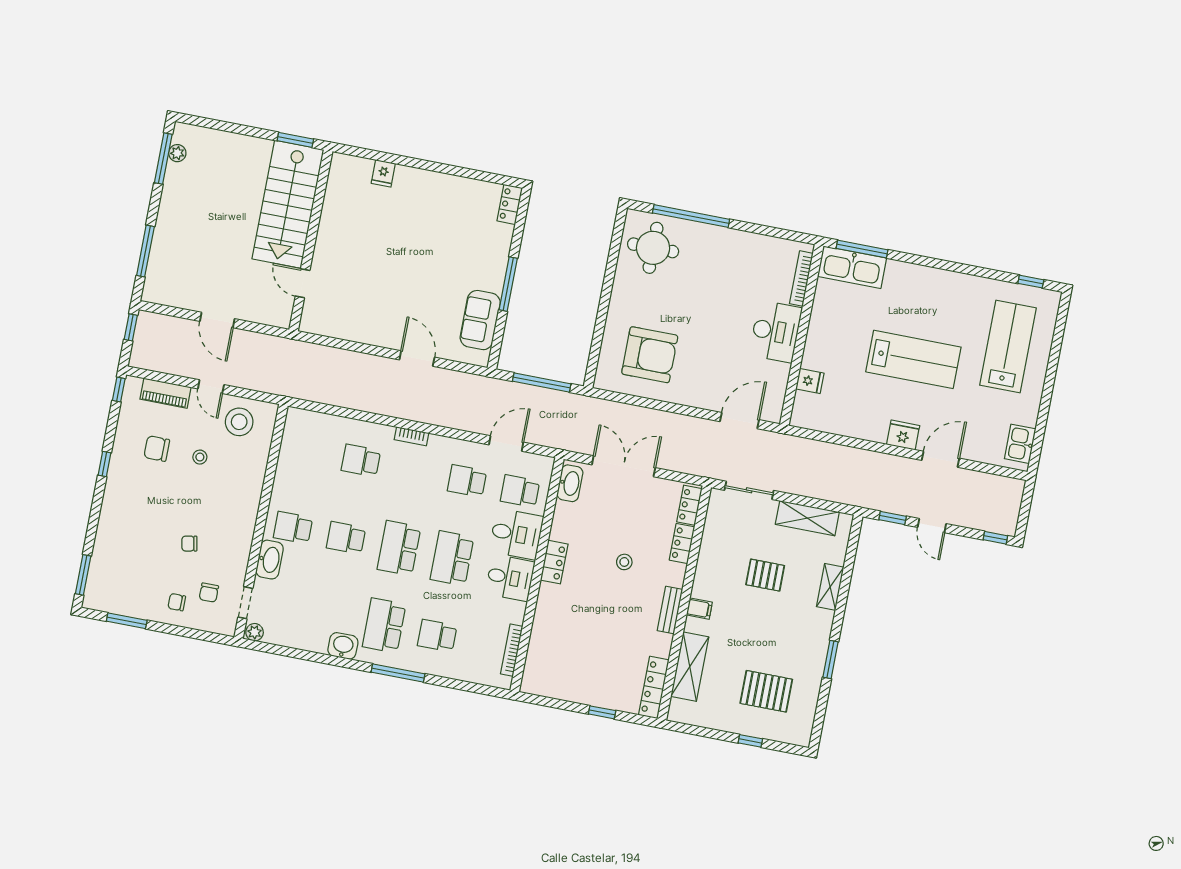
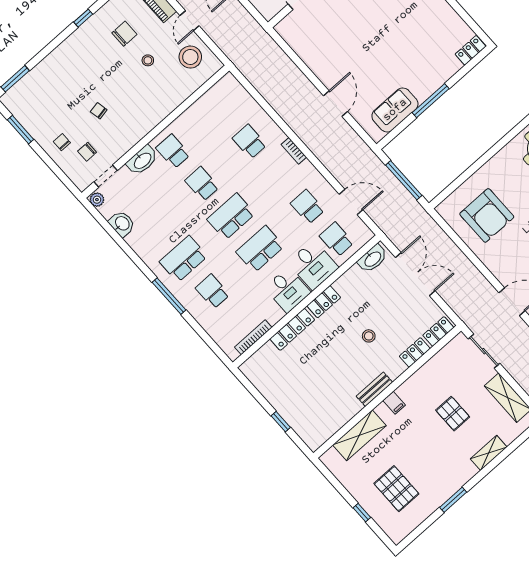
chair: (157, 449) -> (124, 34), turned 90
washbasin: (343, 646) -> (122, 224), moved
locker: (654, 688) -> (292, 329), moved, turned 180

